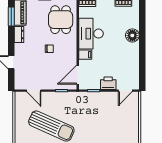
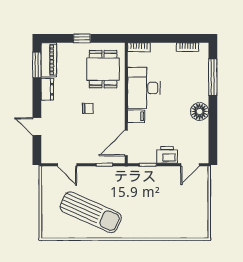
window: (142, 26) -> (213, 77), added
floor lamp: (132, 35) -> (200, 112), moved

